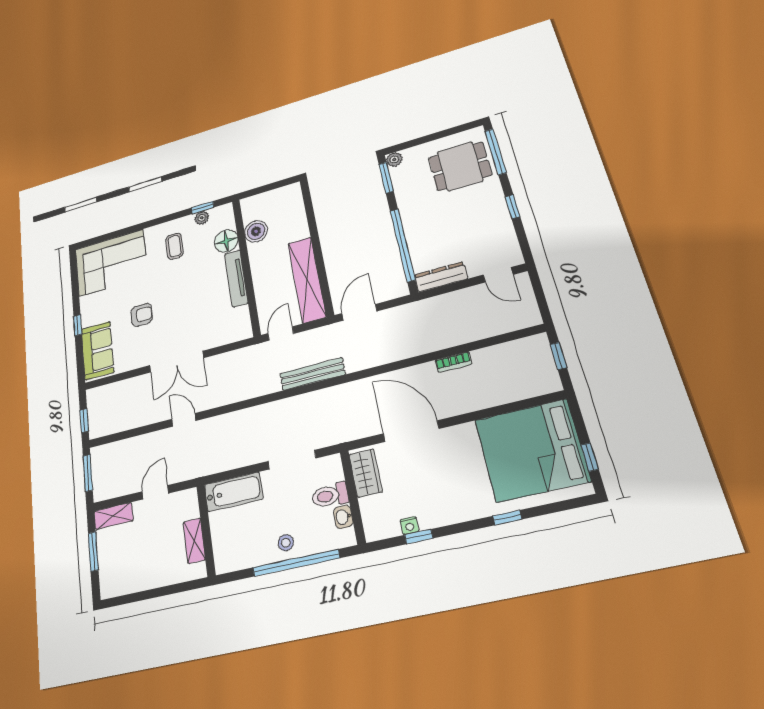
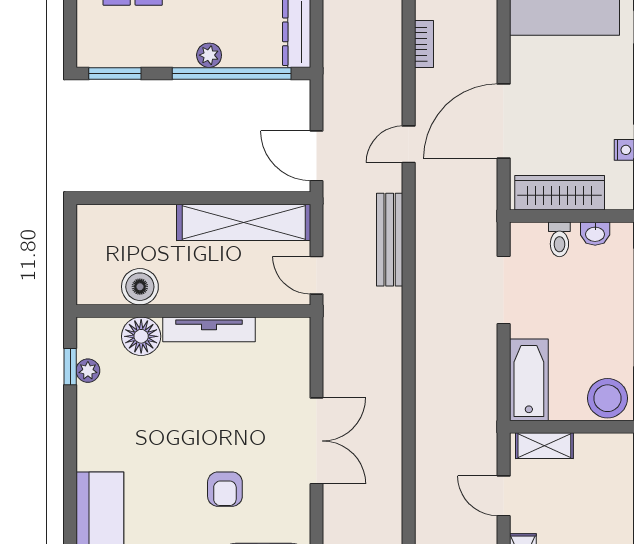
plant: (394, 160) -> (209, 55), moved
coffee table: (175, 246) -> (124, 422), removed
armchair: (142, 315) -> (225, 489), turned 180
door: (184, 420) -> (409, 144), moved
wardrobe: (366, 473) -> (560, 193), width x1.50
toilet: (330, 495) -> (559, 239), width x0.73, depth x0.72
shelving: (194, 541) -> (544, 446), moved
stool: (286, 543) -> (607, 398), moved, width x1.89, depth x1.89

